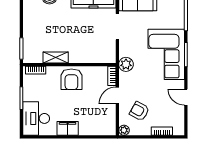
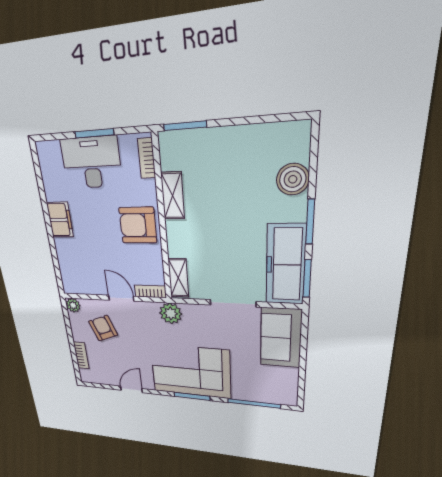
shelving: (103, 58) -> (178, 278), added
armchair: (139, 111) -> (103, 328), turned -50
desk: (36, 118) -> (91, 163), moved

